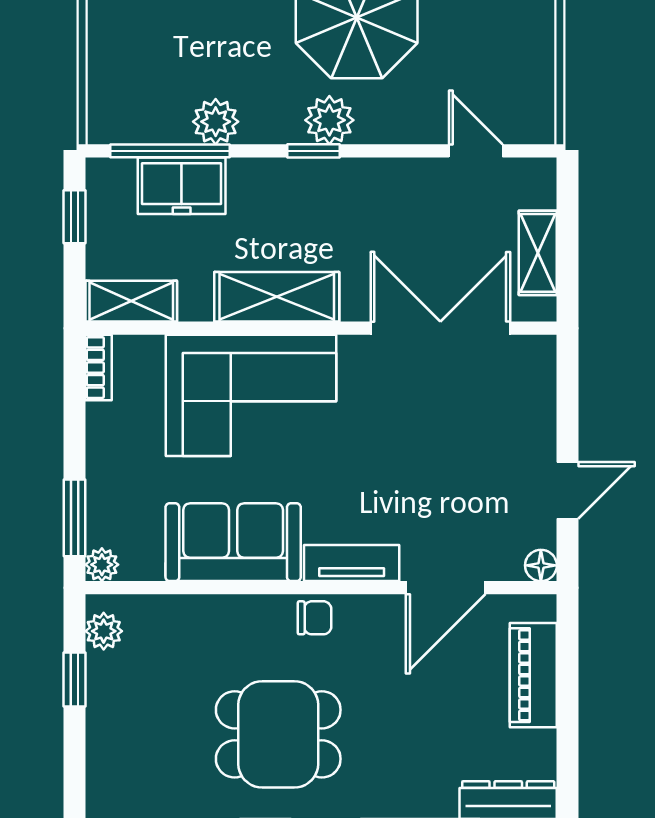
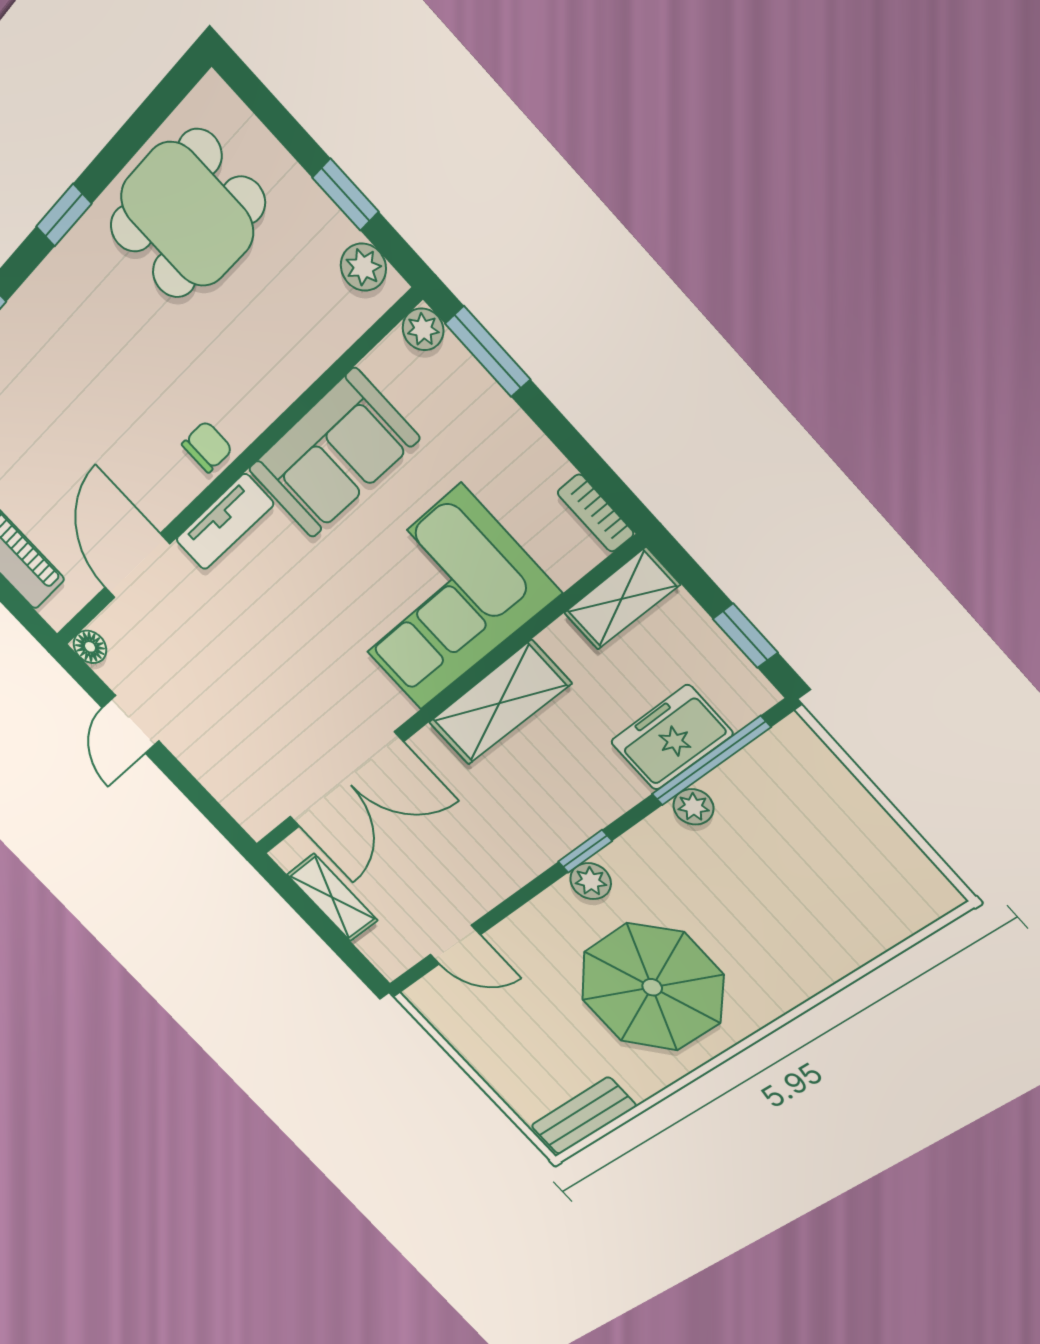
plant: (329, 120) -> (591, 881), width x0.73, depth x0.73
plant: (216, 122) -> (693, 807), width x0.73, depth x0.73
chair: (315, 618) -> (207, 447), turned 180
dining table: (278, 734) -> (187, 214), moved

